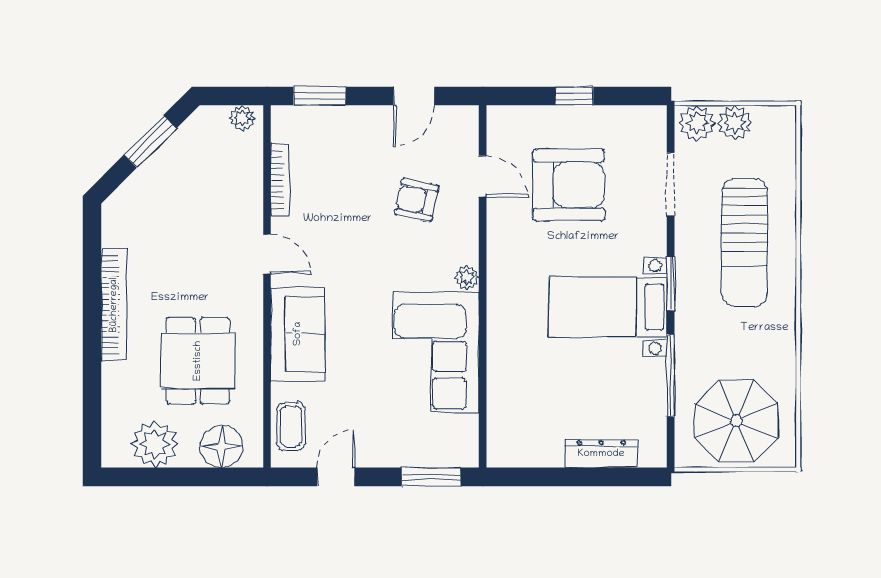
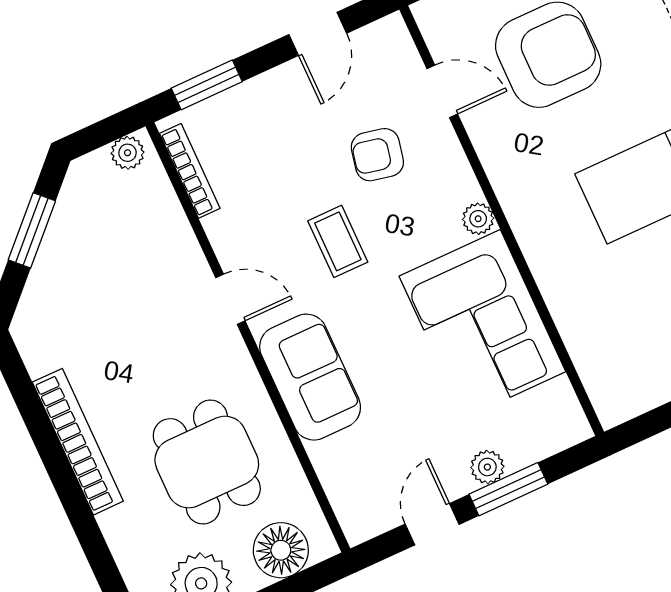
bookcase: (280, 180) -> (190, 171), moved
coffee table: (291, 426) -> (338, 241), moved
plant: (393, 455) -> (487, 467), added
window: (431, 477) -> (508, 489), moved

